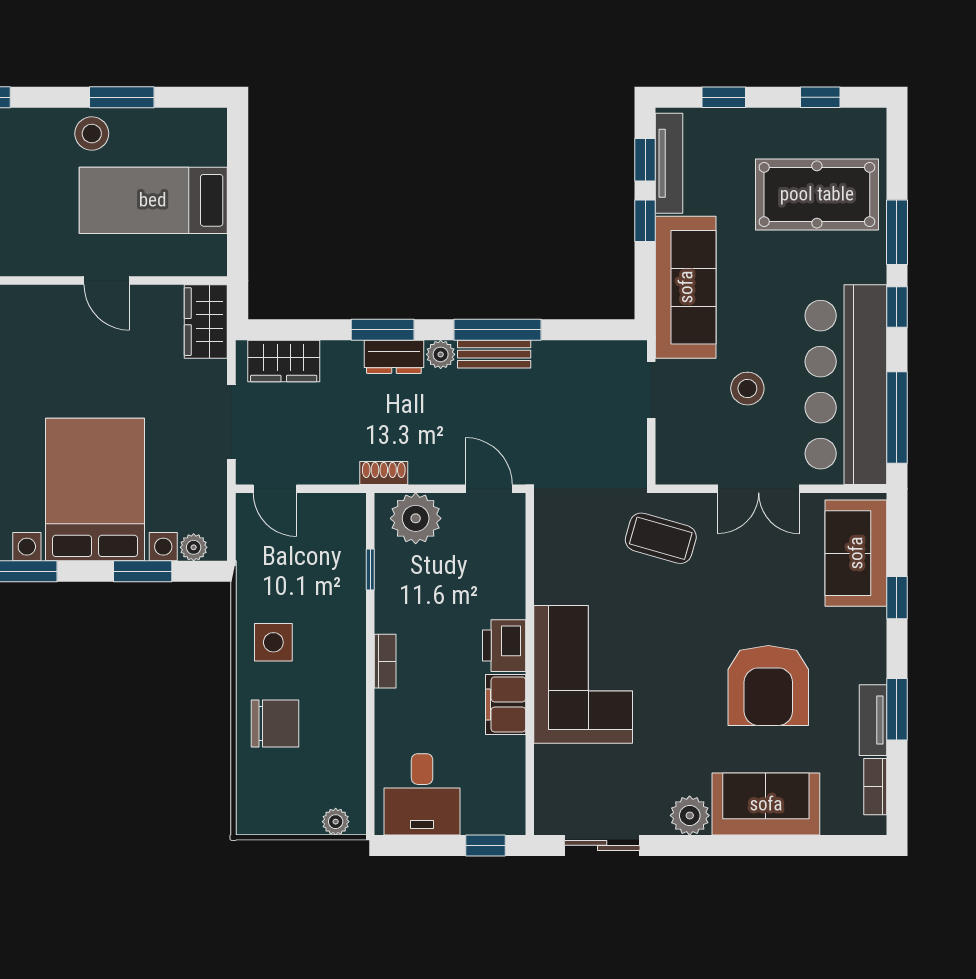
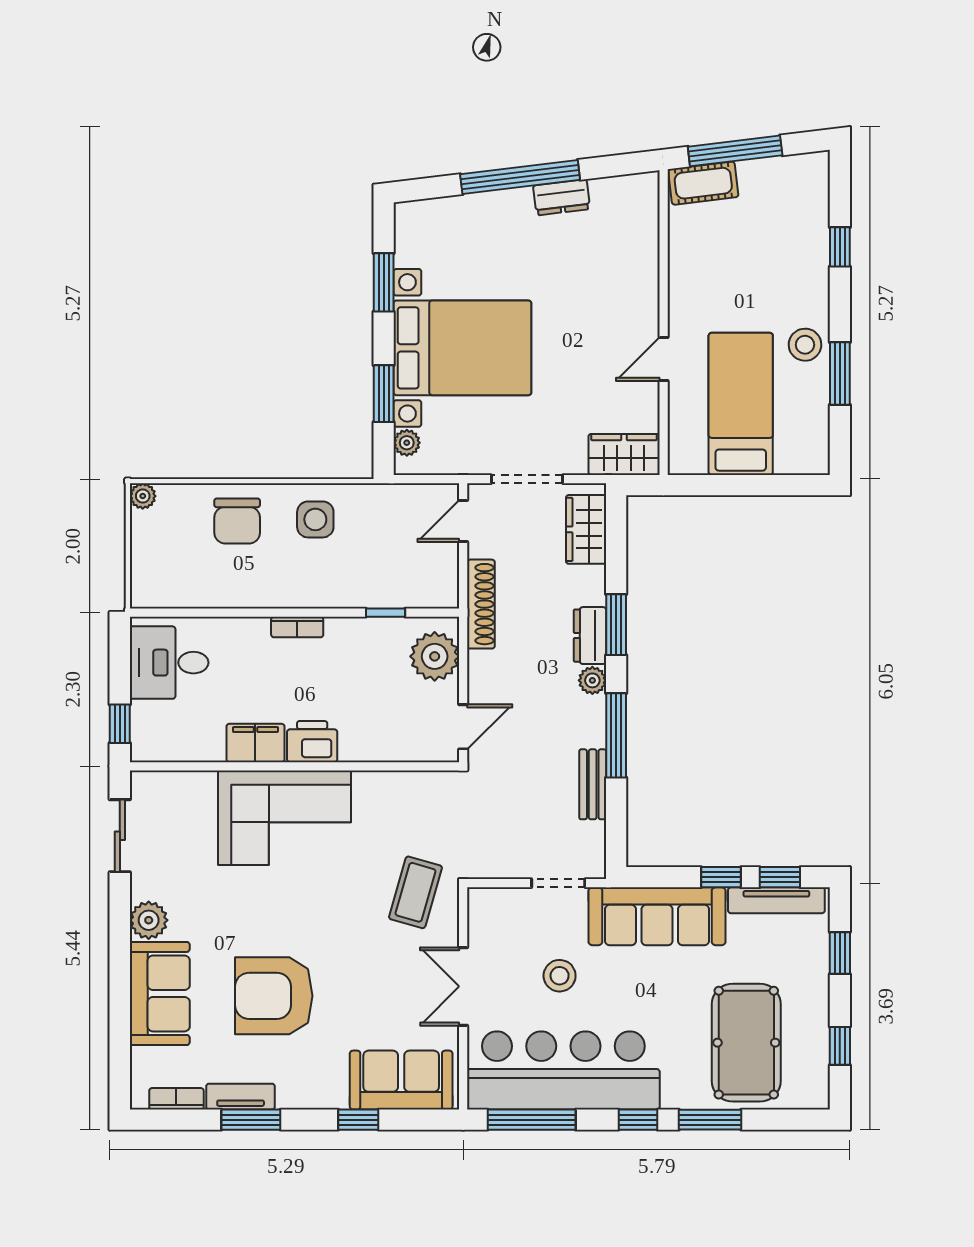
bench: (494, 354) -> (593, 784), moved
shoe rack: (384, 473) -> (481, 604), width x1.94, depth x1.24
plant: (336, 822) -> (143, 496), moved

